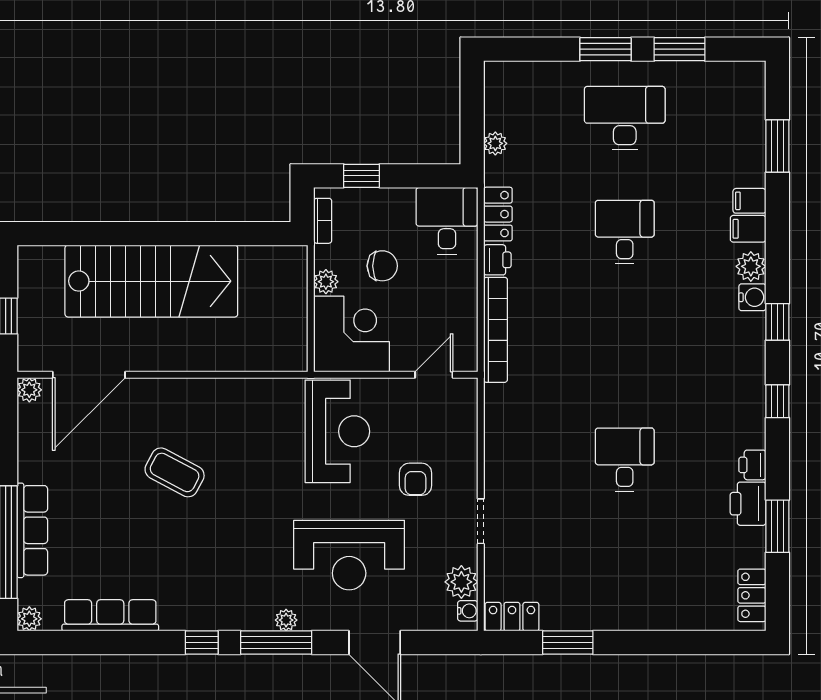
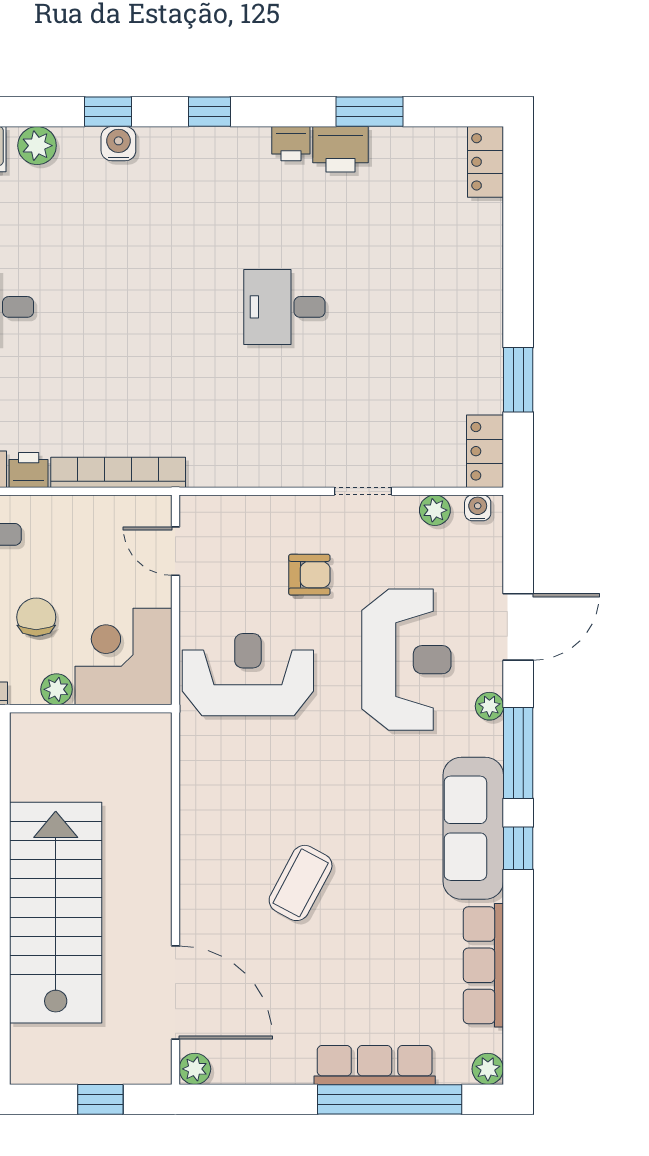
water cooler: (752, 297) -> (118, 144), moved
plant: (461, 582) -> (435, 510), width x0.73, depth x0.73
locker: (752, 595) -> (486, 162), moved, turned 90
sofa: (217, 607) -> (473, 828), added
plant: (286, 620) -> (489, 706), moved

